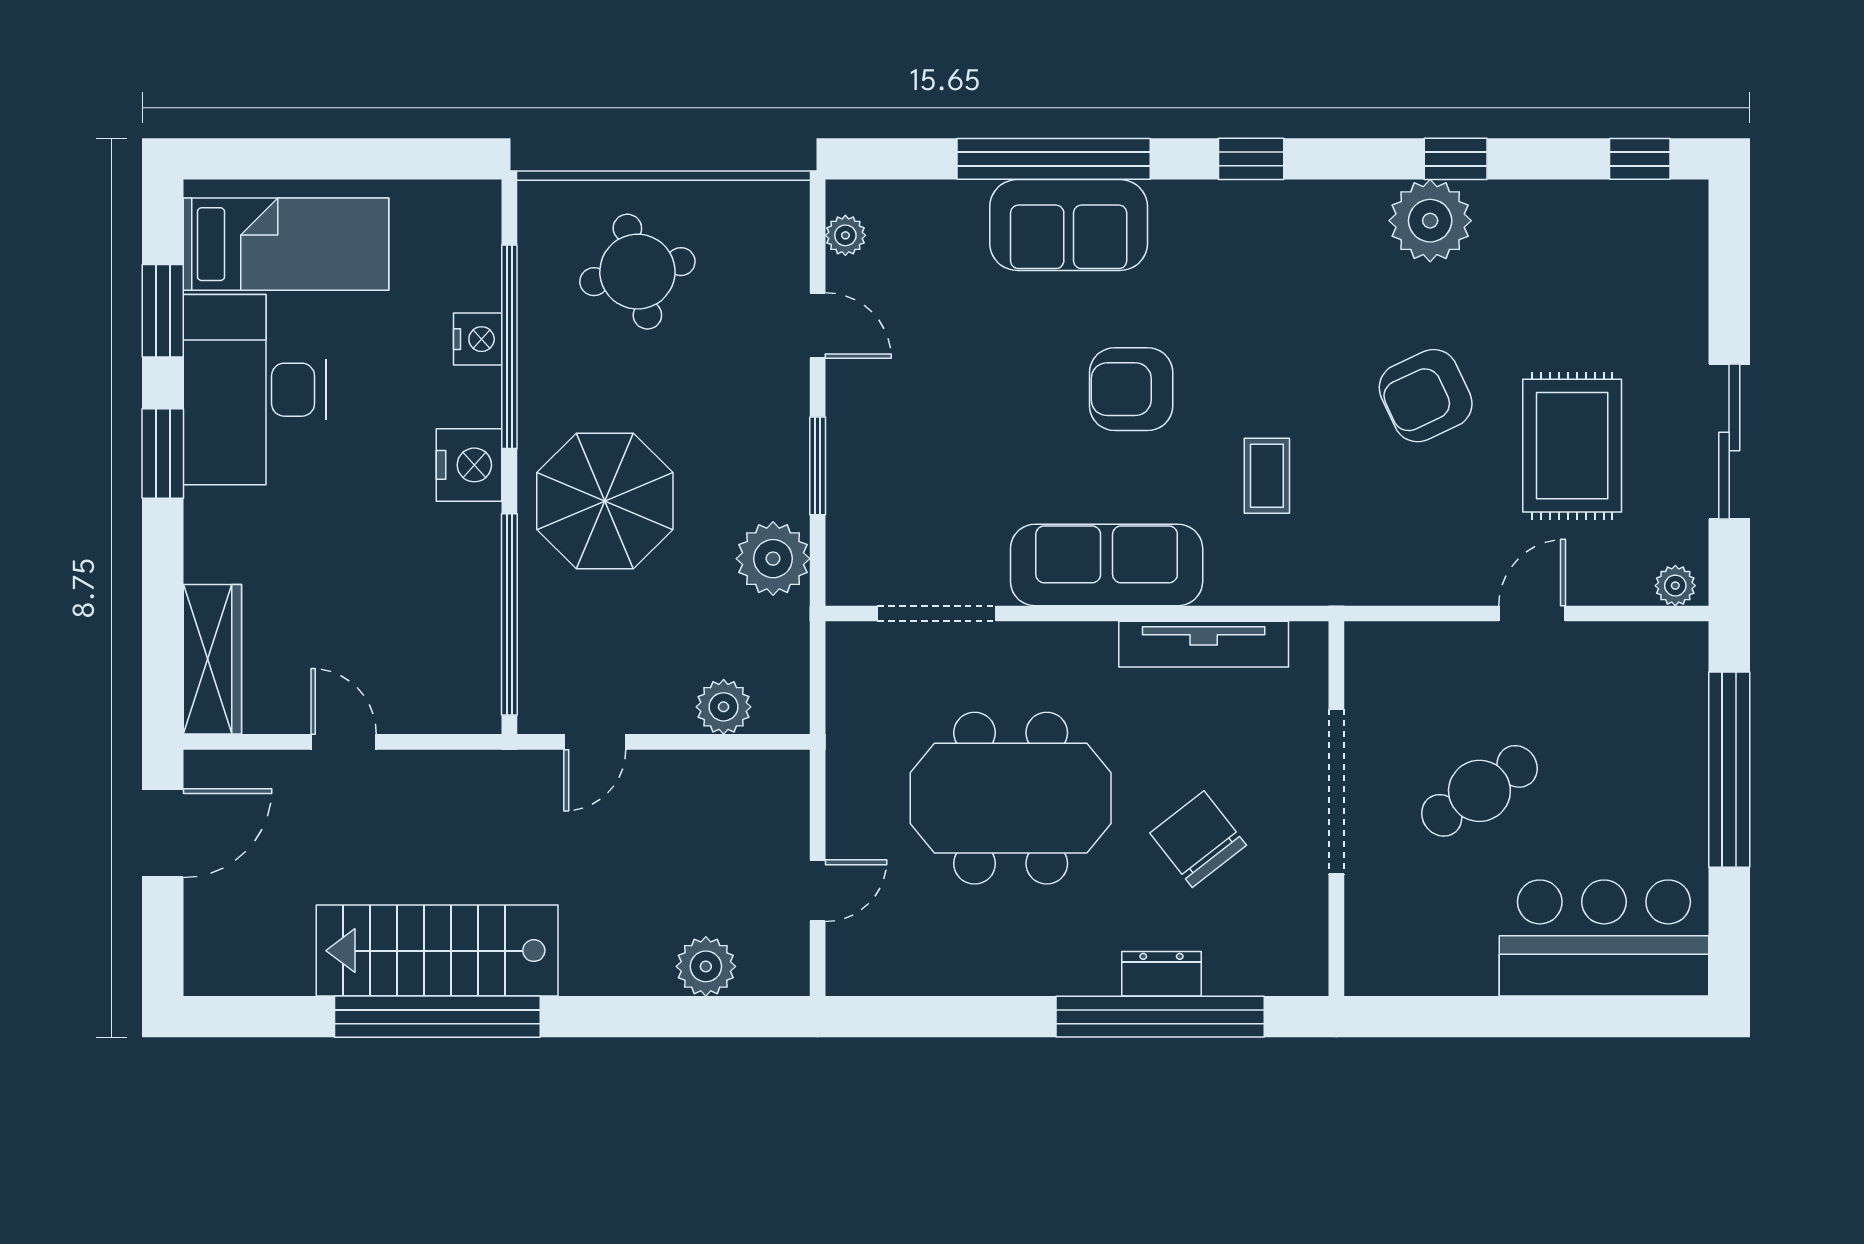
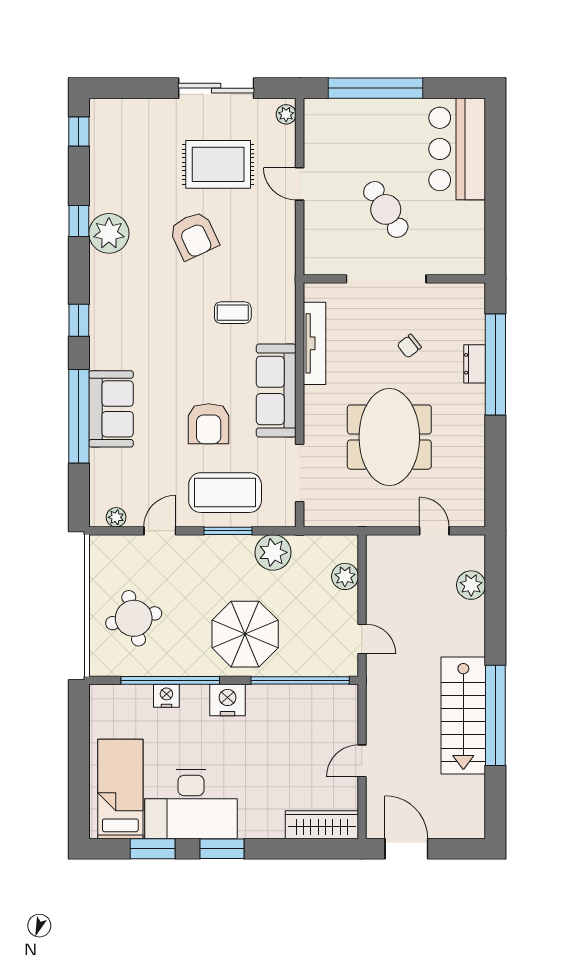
armchair: (1131, 389) -> (209, 424), moved
coffee table: (896, 460) -> (225, 493), added
chair: (1198, 839) -> (409, 346), width x0.54, depth x0.54

